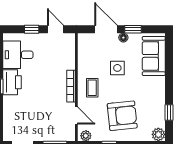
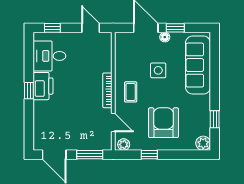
window: (32, 29) -> (52, 28), moved
sofa: (154, 56) -> (198, 65), width x1.36
armchair: (122, 116) -> (163, 123), turned -84

